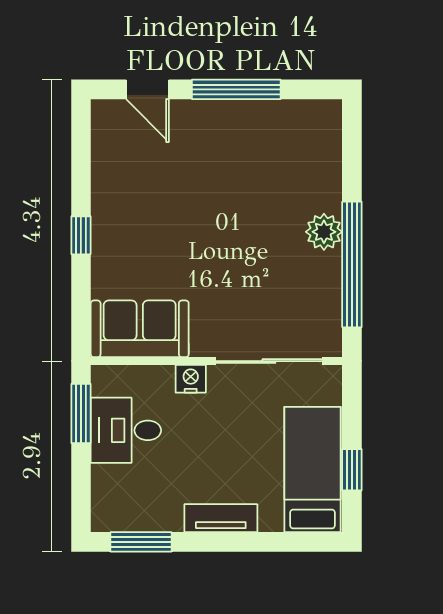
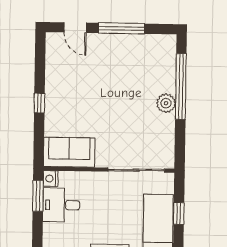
window: (352, 264) -> (181, 87), moved
nightstand: (191, 379) -> (51, 179), moved, turned -90
window: (352, 470) -> (179, 214), moved

